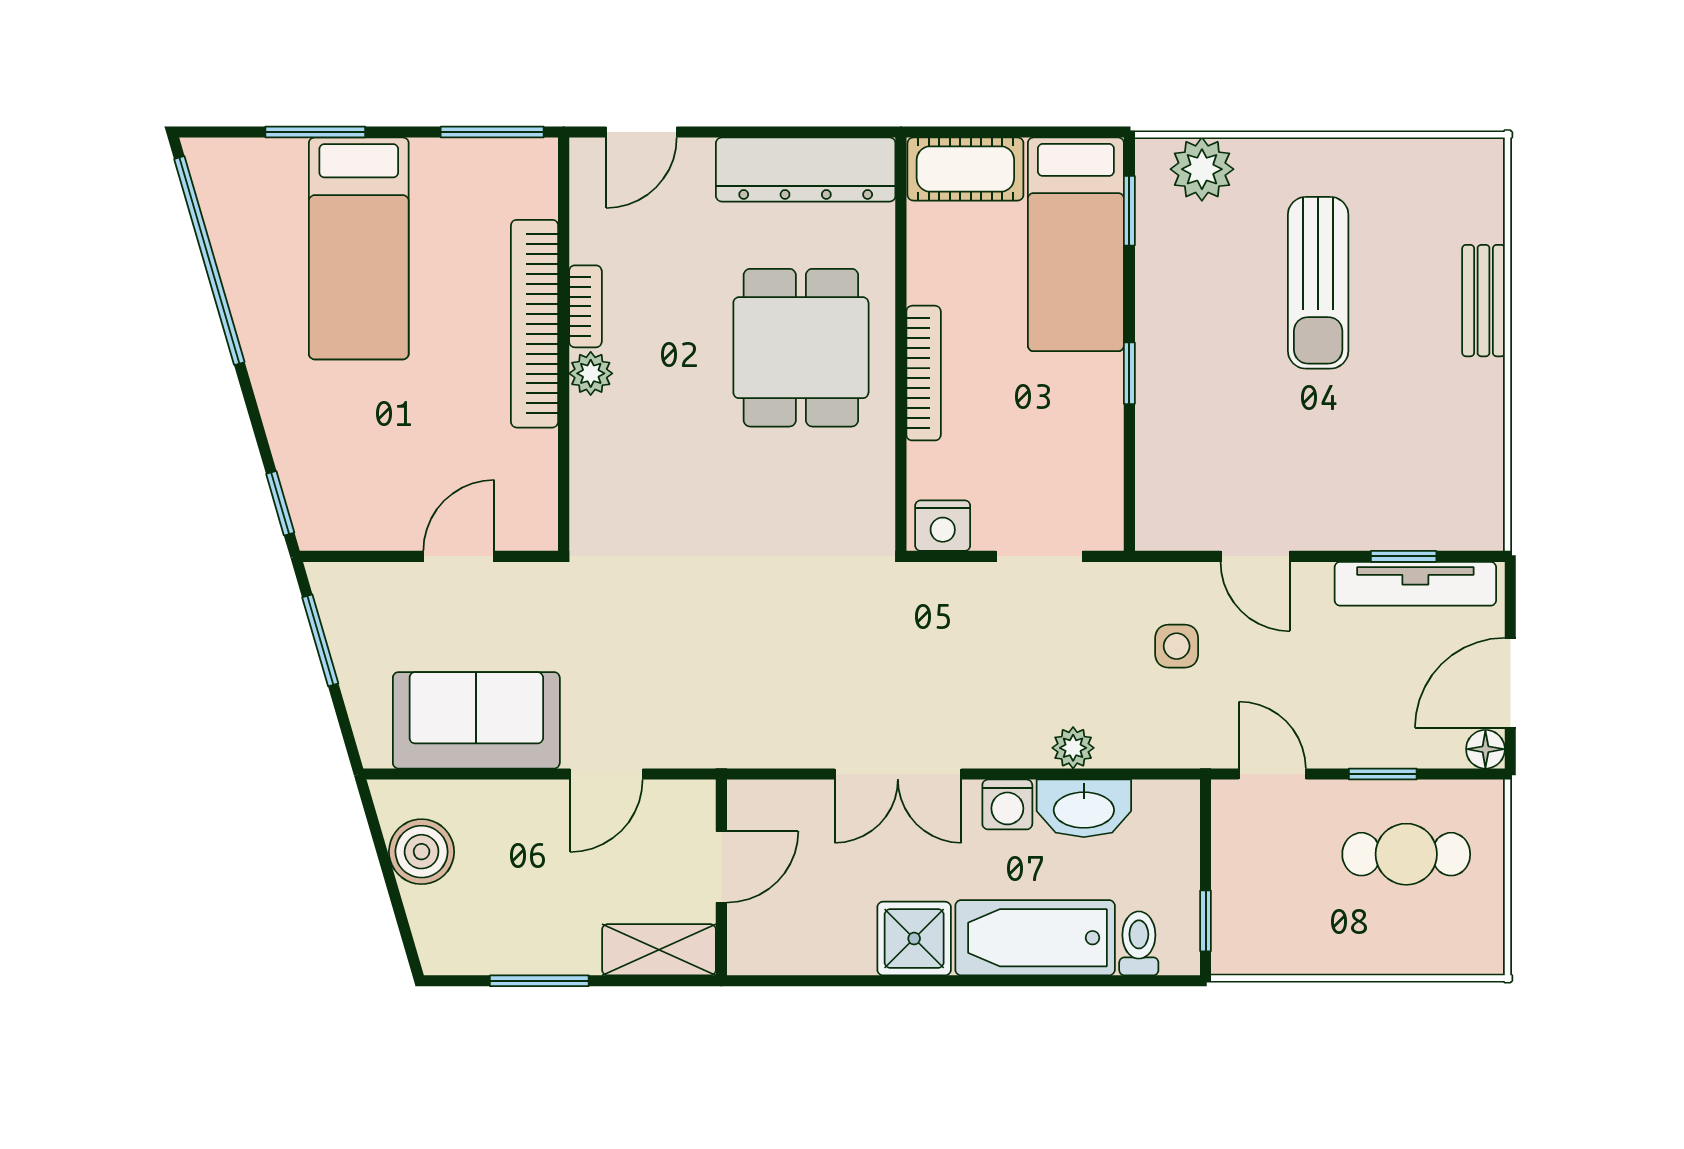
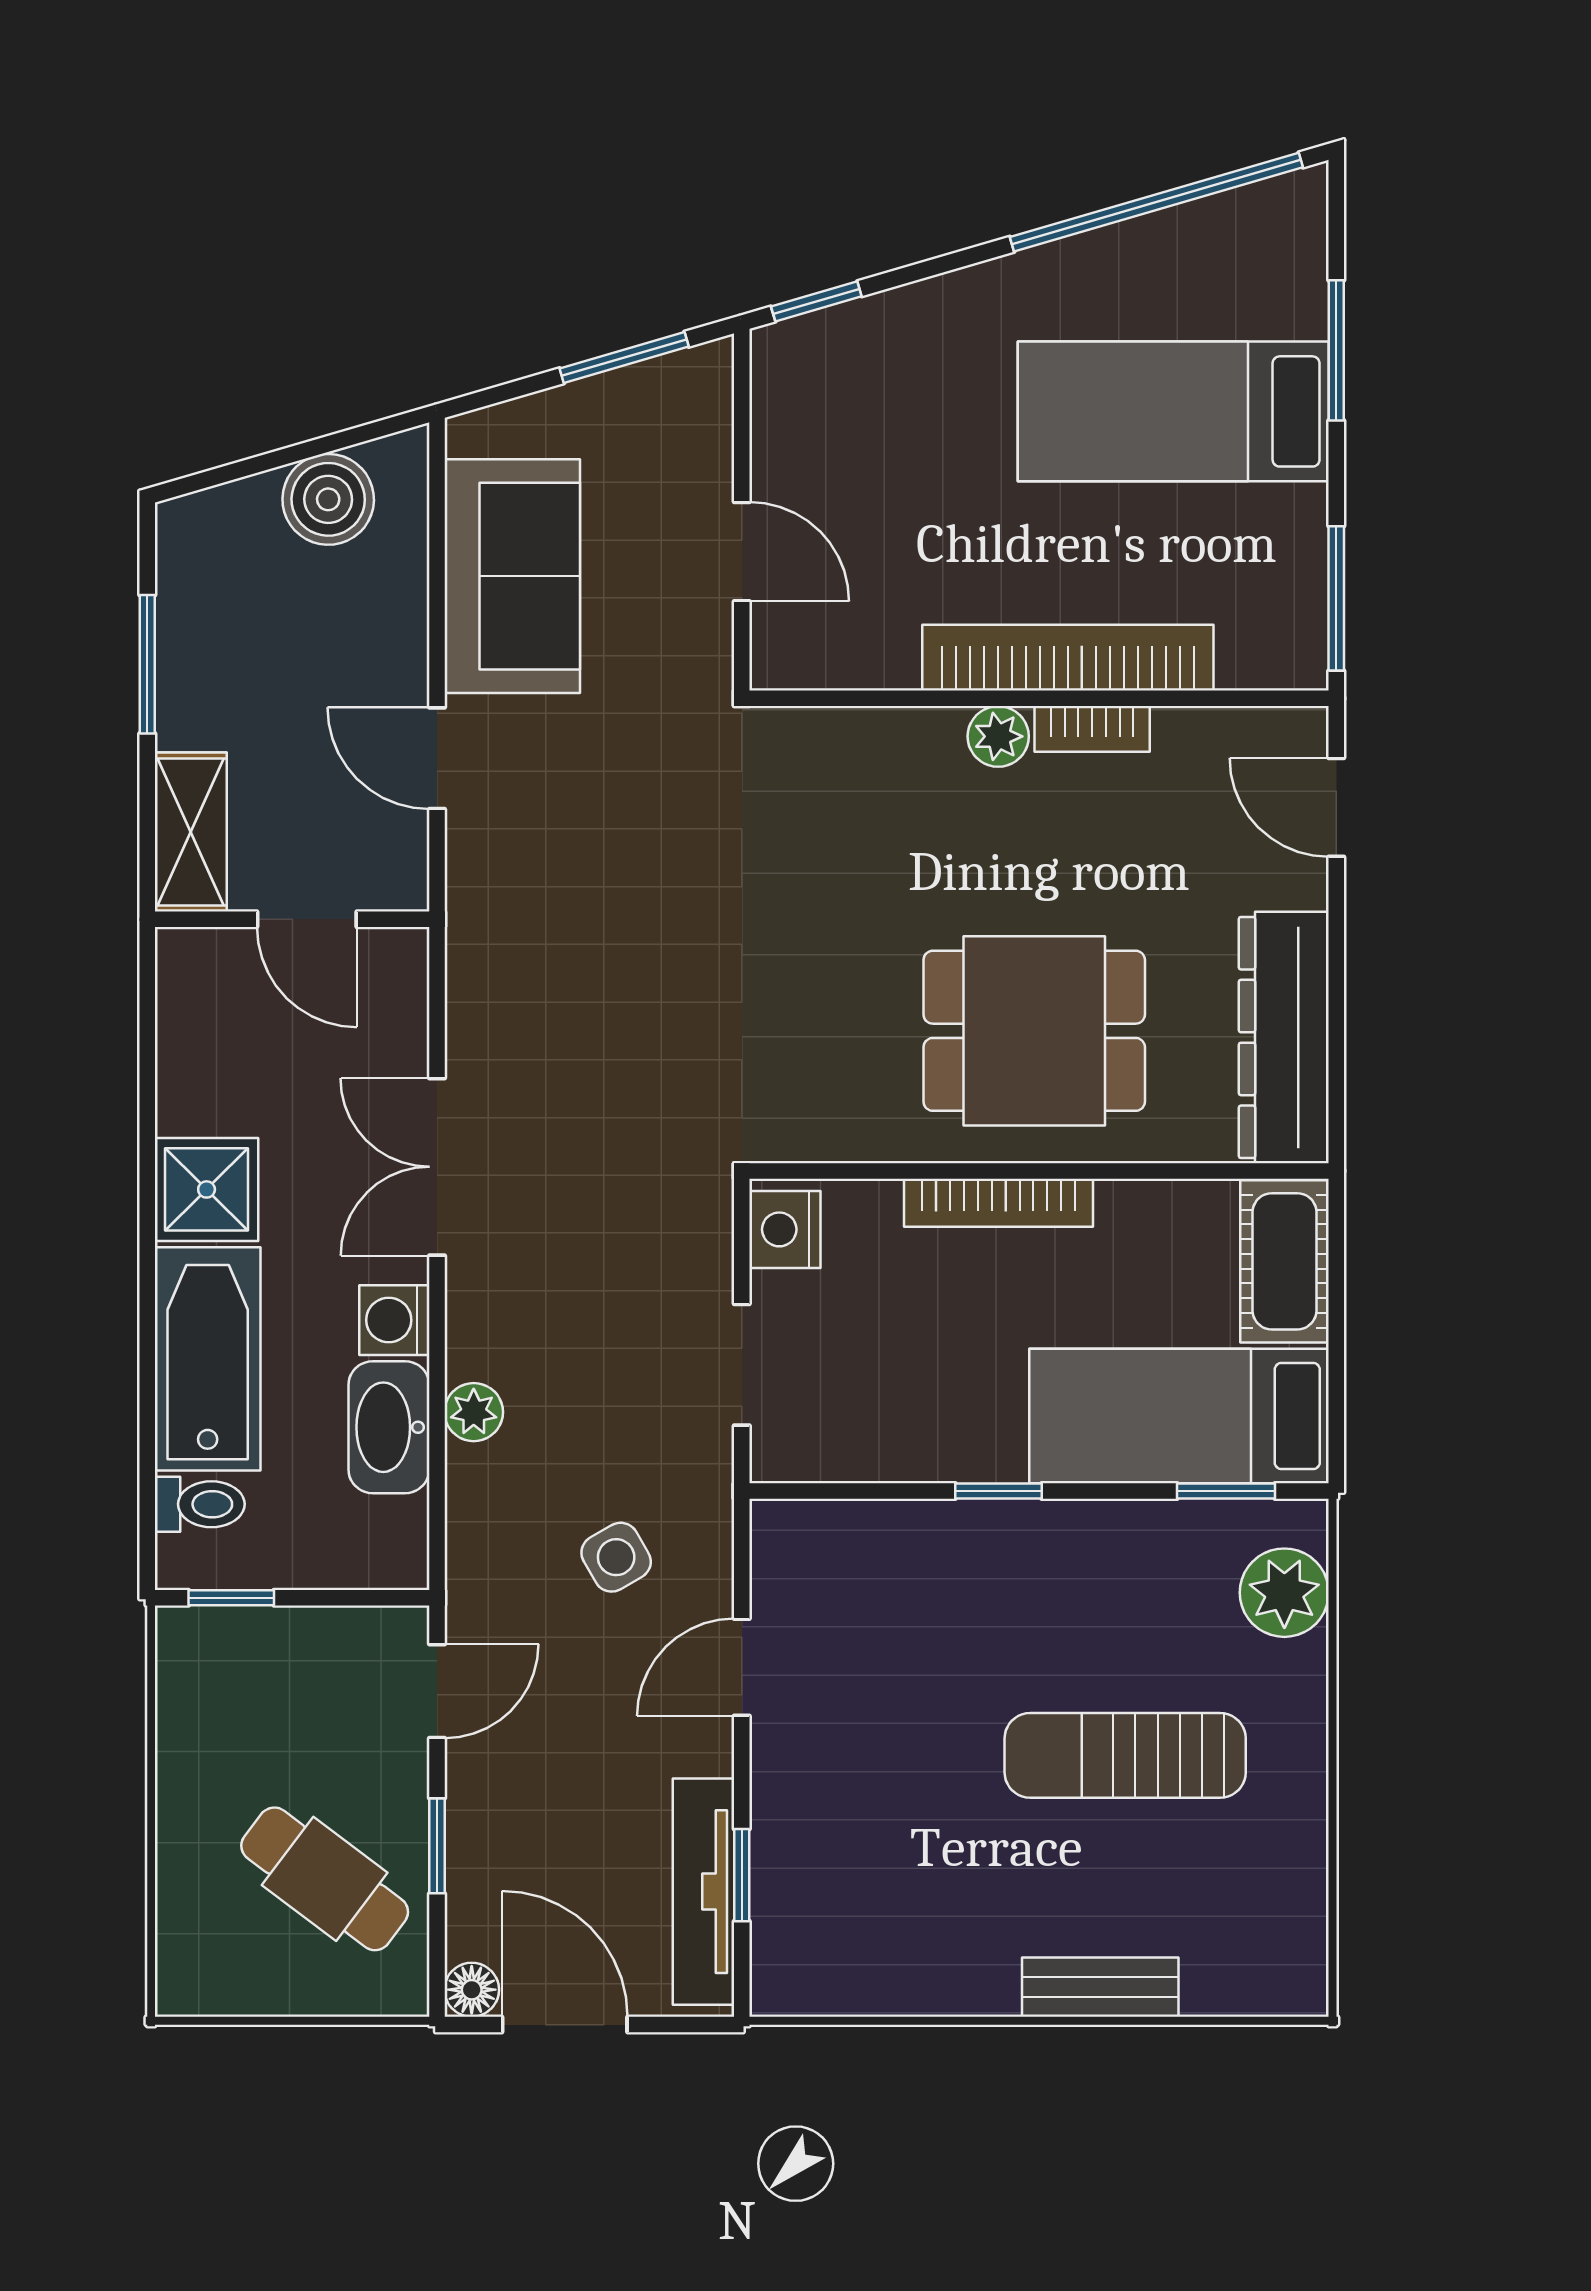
side table: (1177, 646) -> (616, 1557), turned -30
cafe table: (1406, 854) -> (325, 1879), turned -53

